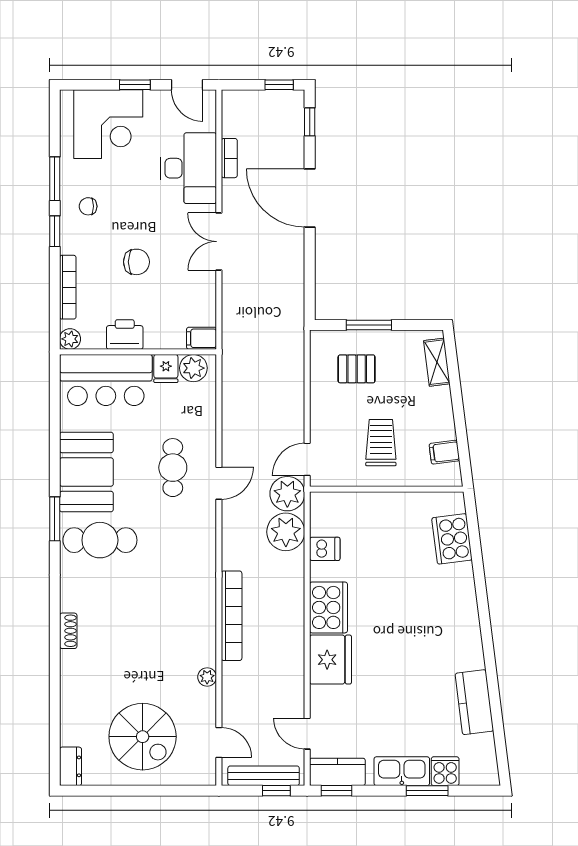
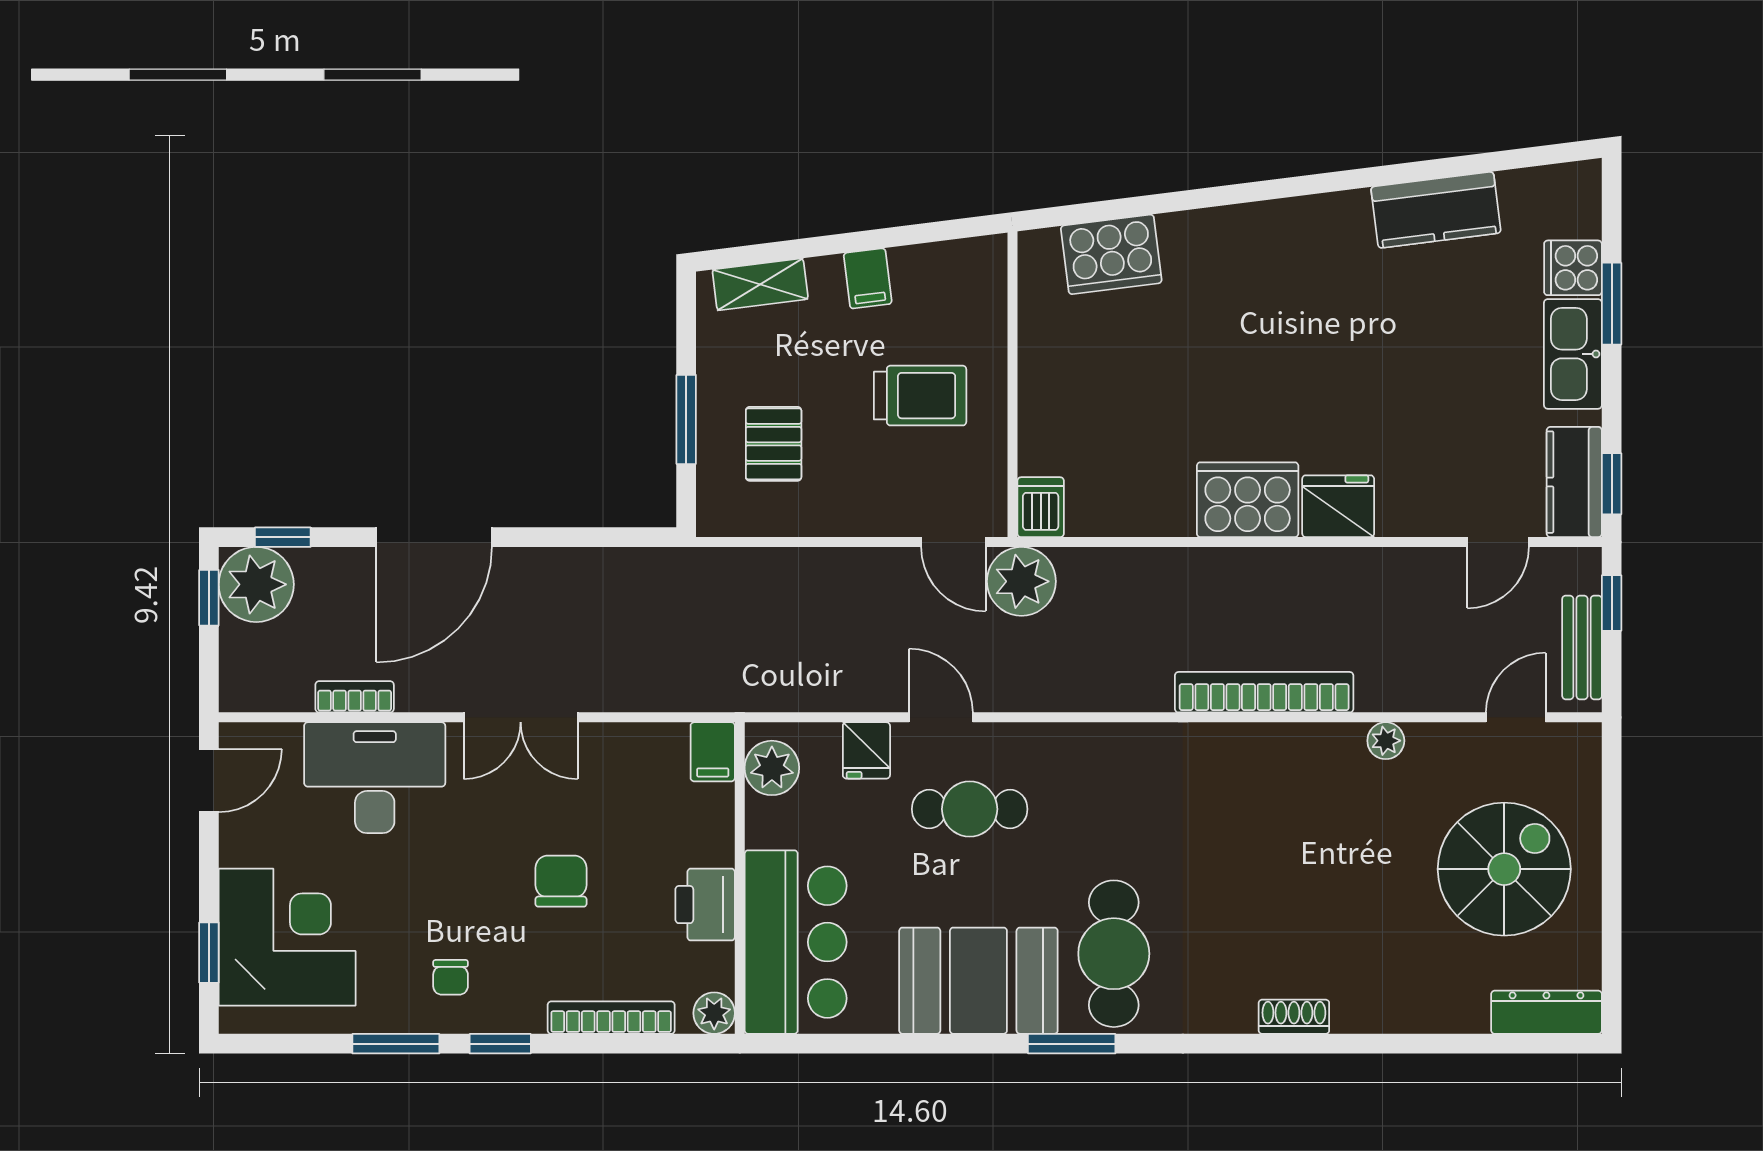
window: (135, 85) -> (209, 953), moved
fridge: (166, 369) -> (866, 750), moved, turned 90
trolley: (381, 443) -> (920, 396), turned 180
filing cabinet: (444, 452) -> (868, 278), moved
door: (219, 483) -> (941, 717), moved
plant: (286, 532) -> (256, 584), moved
dishwasher: (325, 549) -> (1041, 507), moved
fridge: (330, 660) -> (1338, 506), width x0.73, depth x0.75
dresser: (70, 766) -> (1546, 1012), width x1.44
bench: (264, 776) -> (1582, 647), width x0.73

